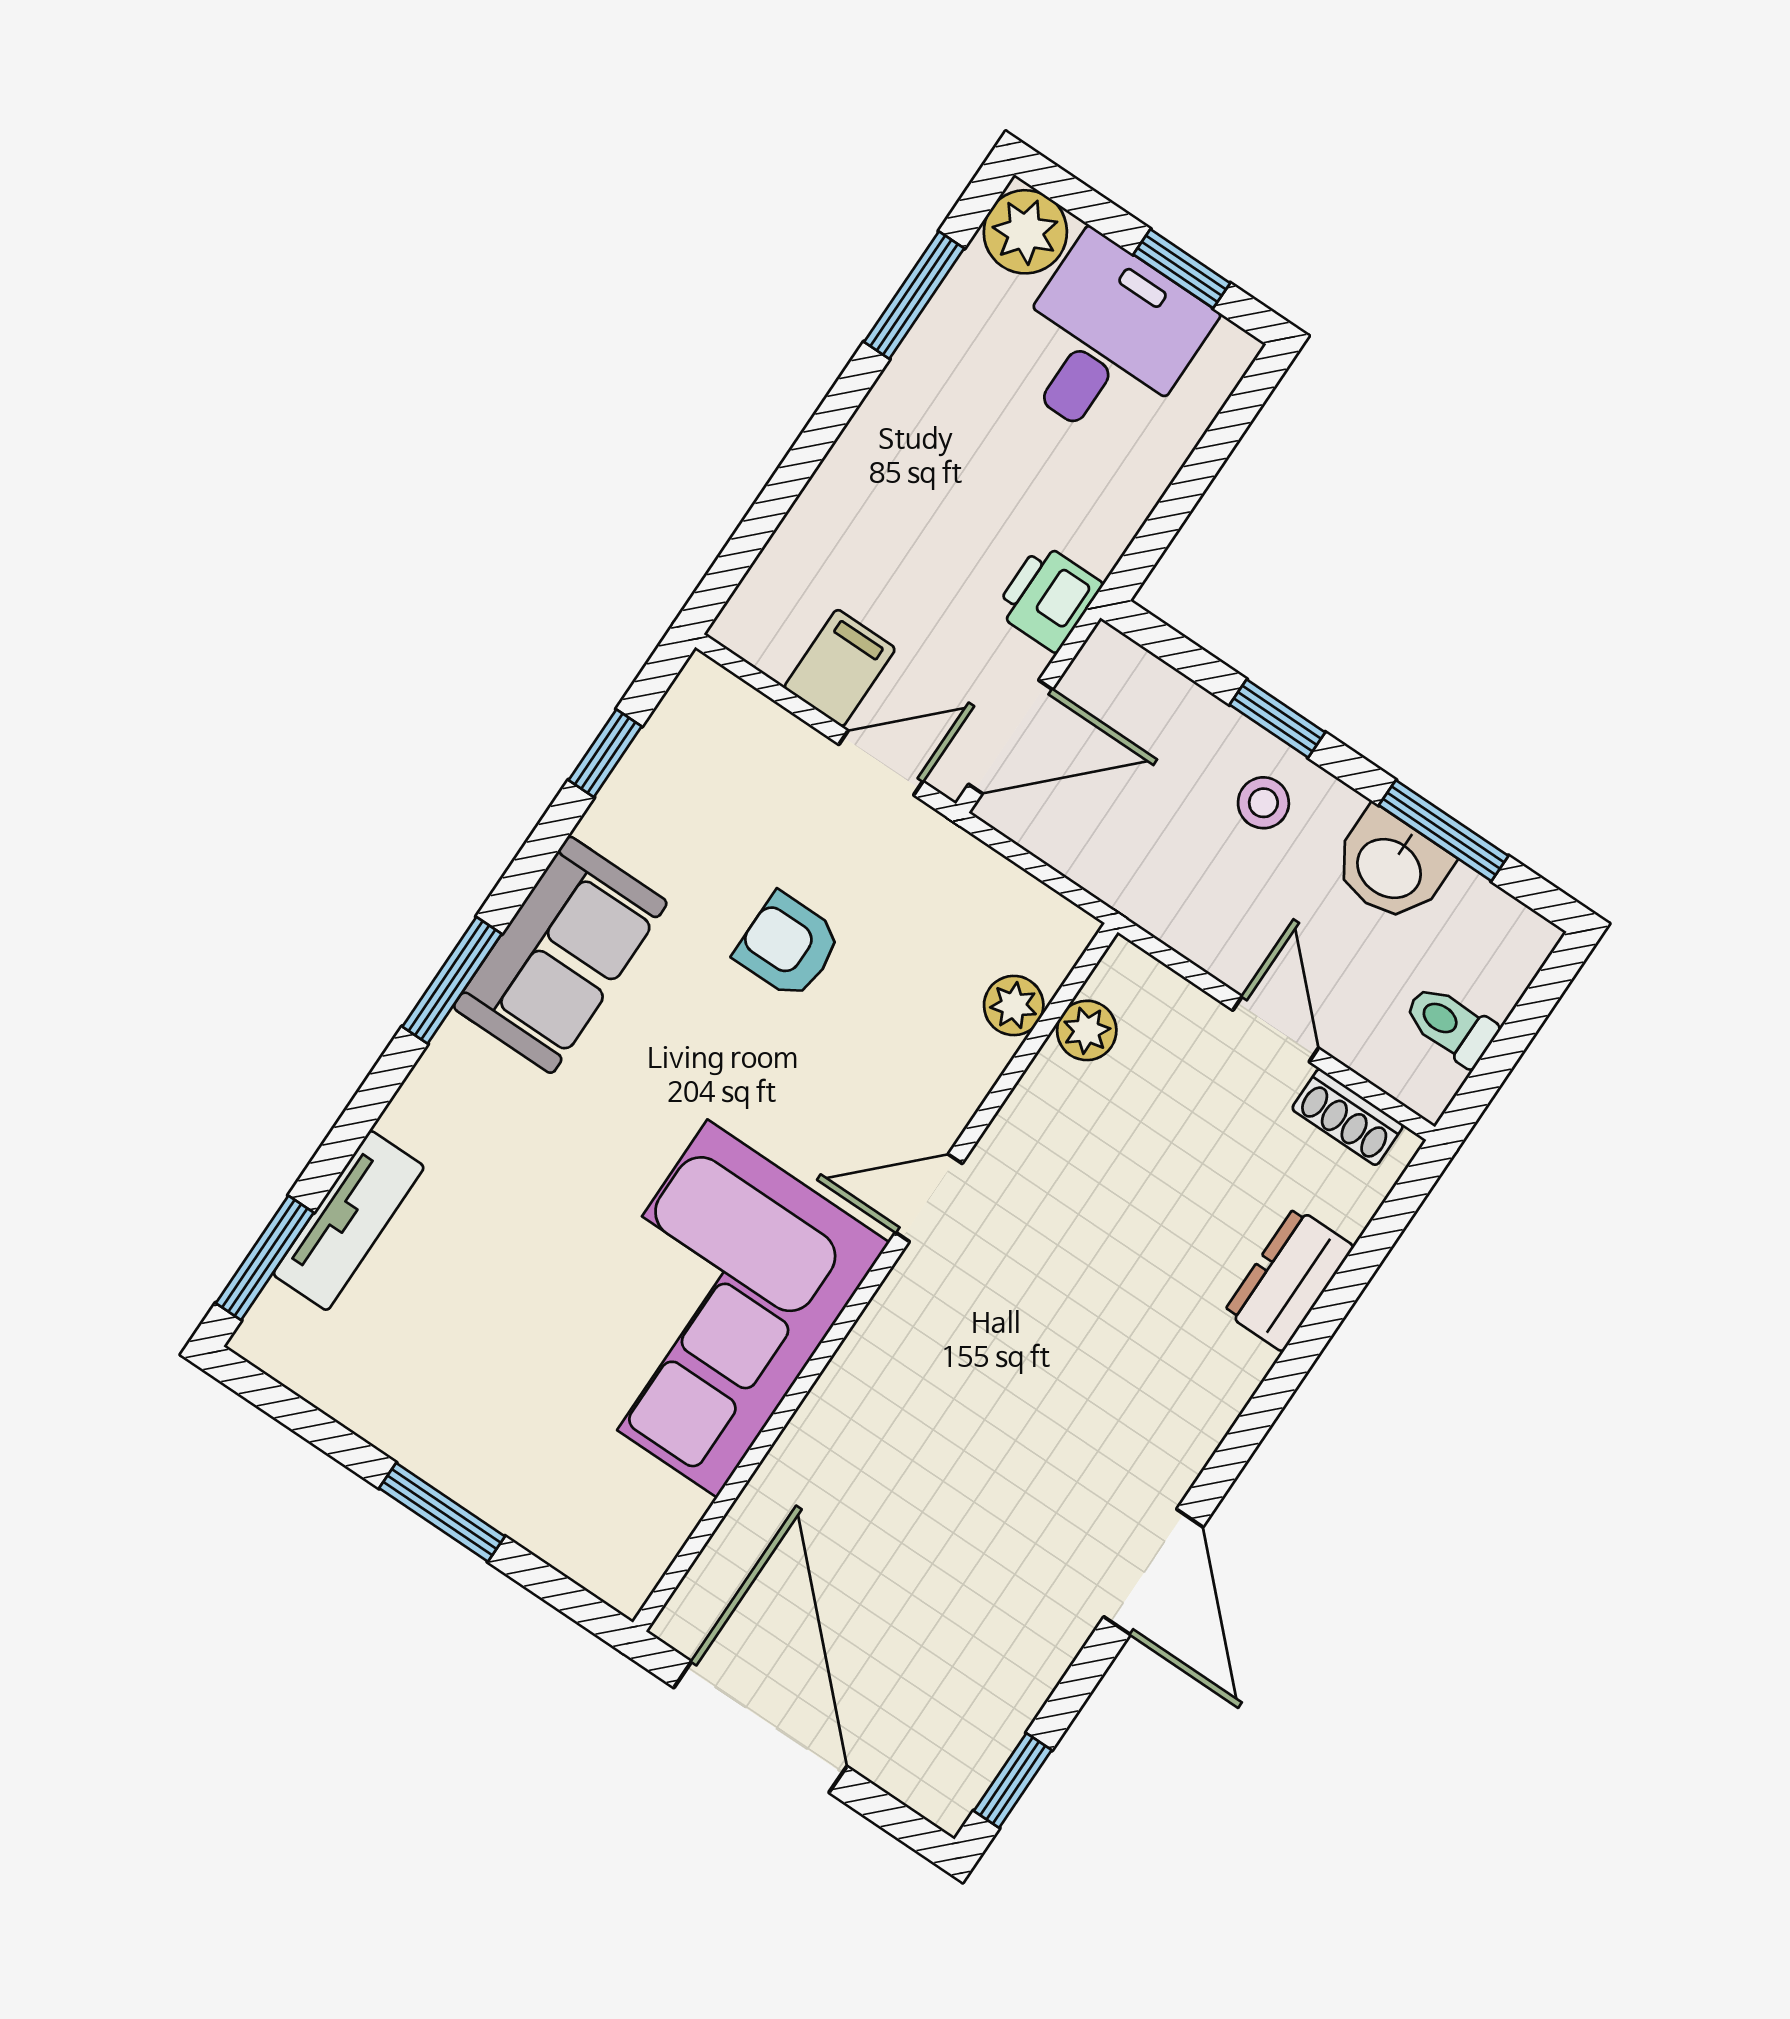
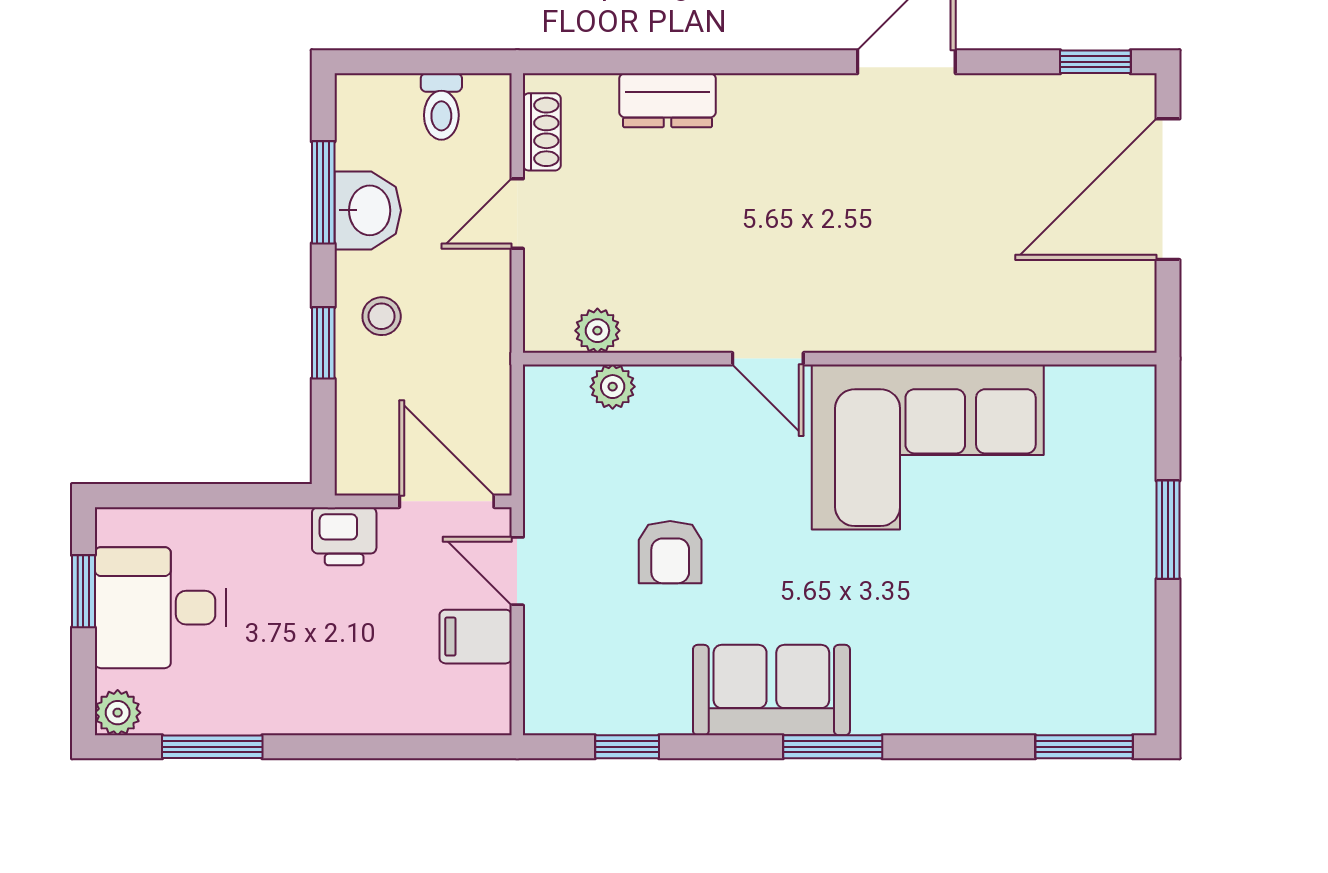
plant: (1025, 232) -> (118, 713), width x0.73, depth x0.73
tv unit: (349, 1220) -> (1026, 710), removed
door: (760, 1727) -> (1168, 189), moved

